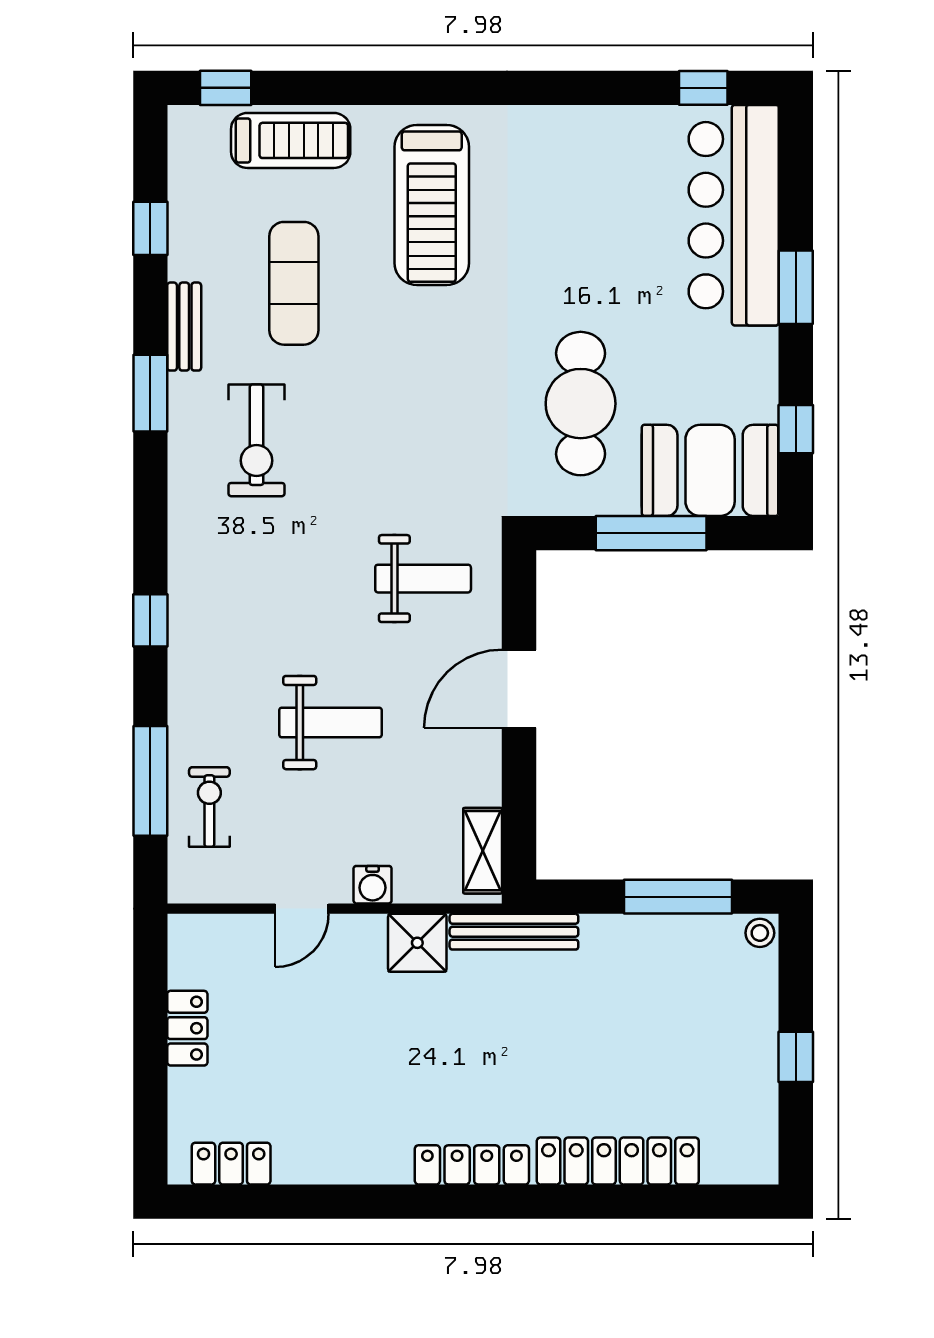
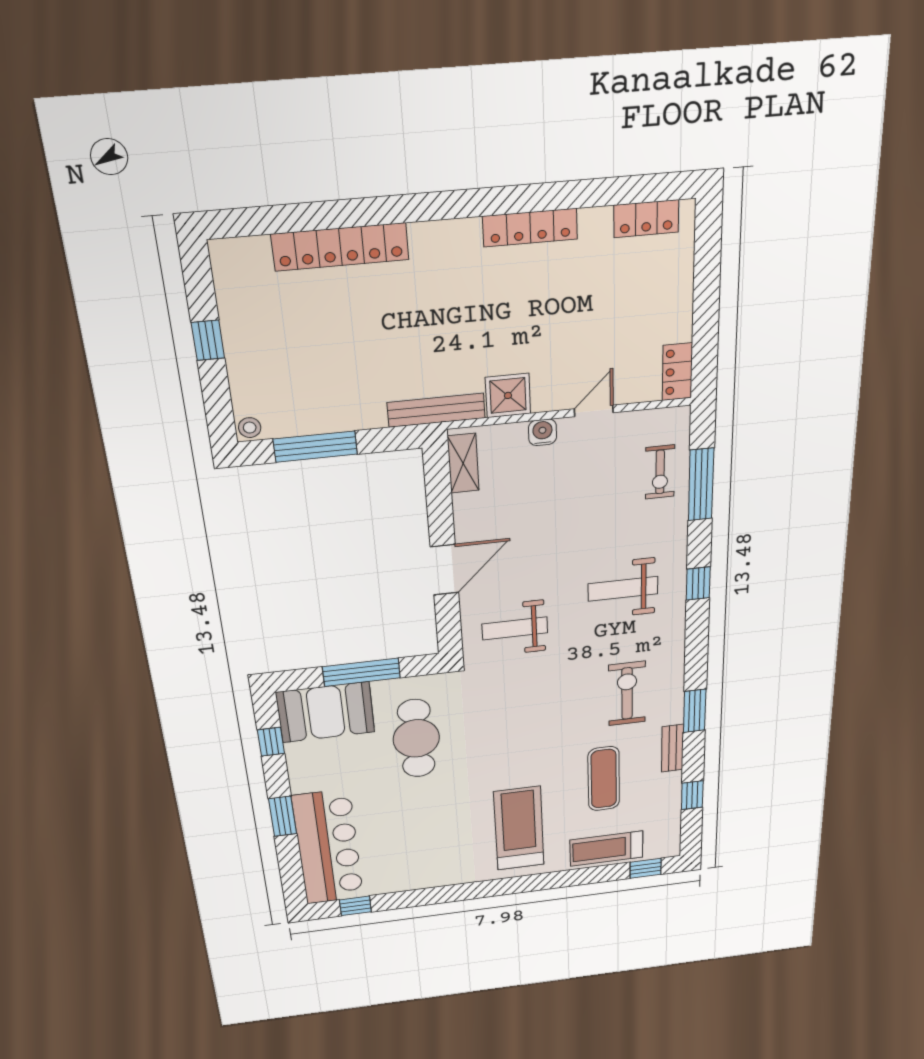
weight bench: (330, 723) -> (623, 589), moved
locker: (187, 1028) -> (677, 372), moved
locker: (472, 1165) -> (530, 228), moved

